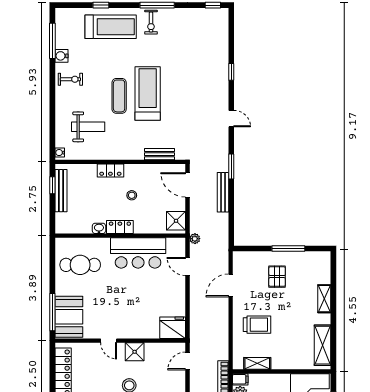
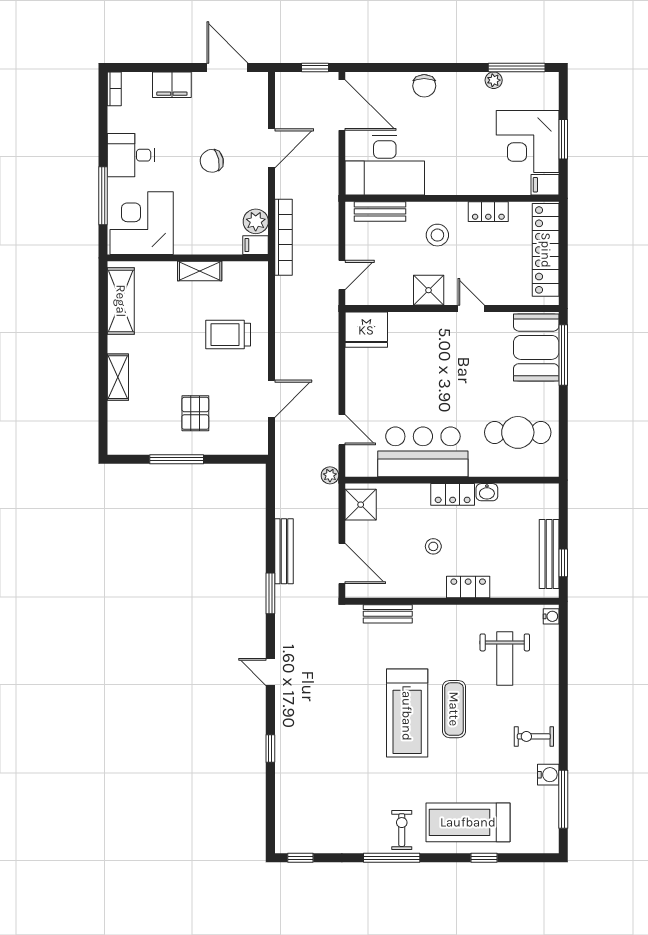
weight bench: (88, 127) -> (505, 659), turned -90
shelving: (257, 363) -> (200, 271), moved

